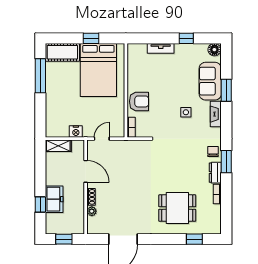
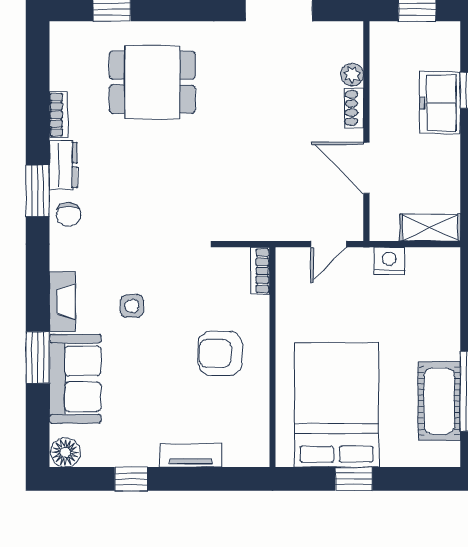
cot: (62, 52) -> (439, 401), moved, turned 90
armchair: (139, 101) -> (220, 353), moved

